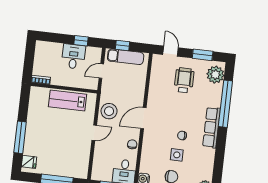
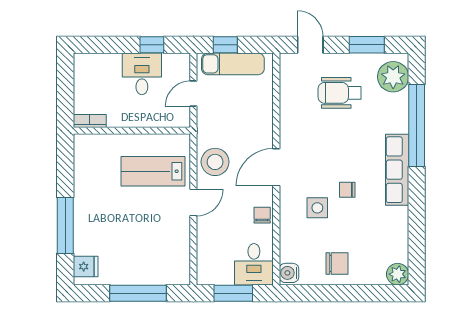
wheelchair: (184, 80) -> (340, 93), turned -90
lab bench: (68, 101) -> (153, 171), moved
side table: (177, 155) -> (317, 208), moved

